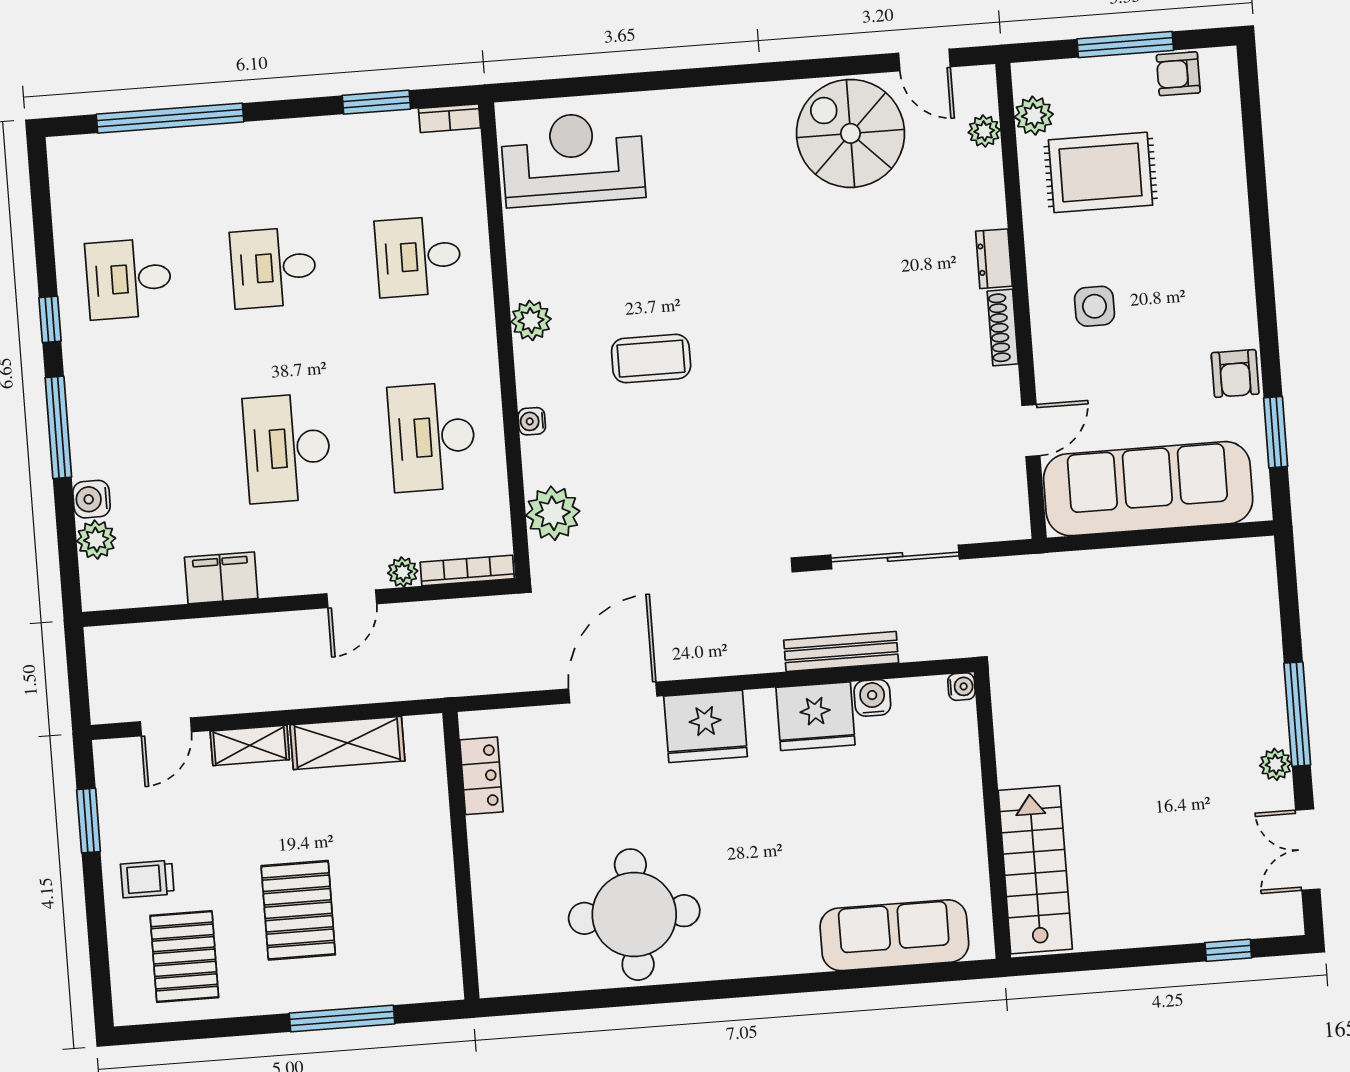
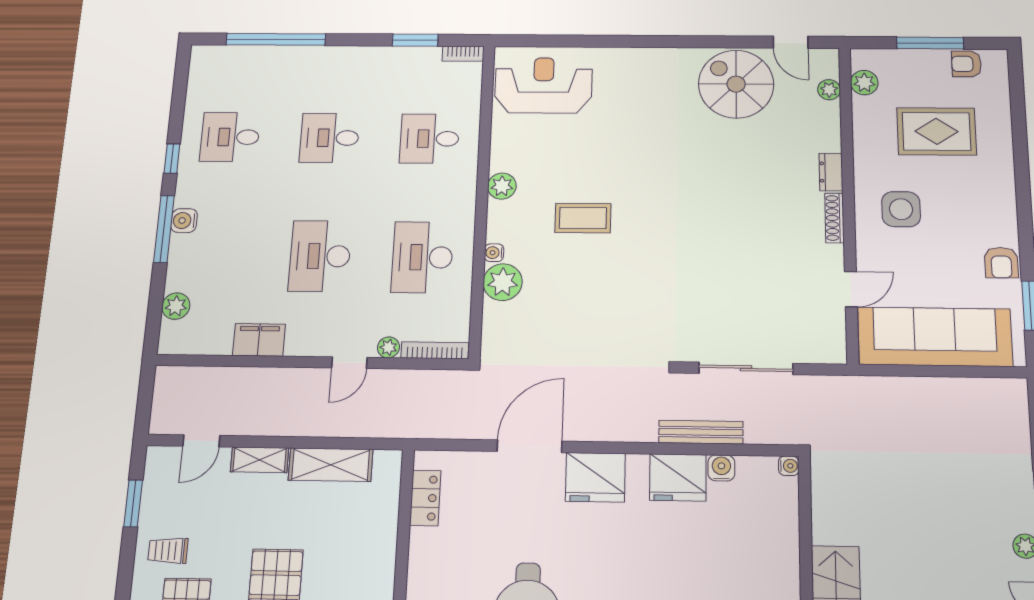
rug: (1101, 172) -> (936, 131), moved
side table: (1094, 306) -> (901, 209), width x1.37, depth x1.37
water cooler: (92, 499) -> (184, 221), moved
plant: (553, 513) -> (503, 282), moved

